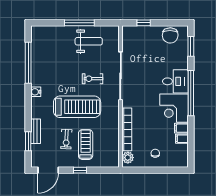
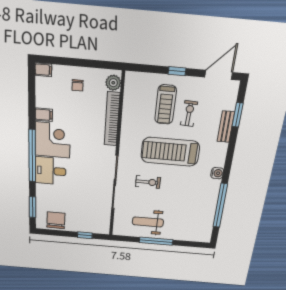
filing cabinet: (182, 139) -> (43, 70), moved

